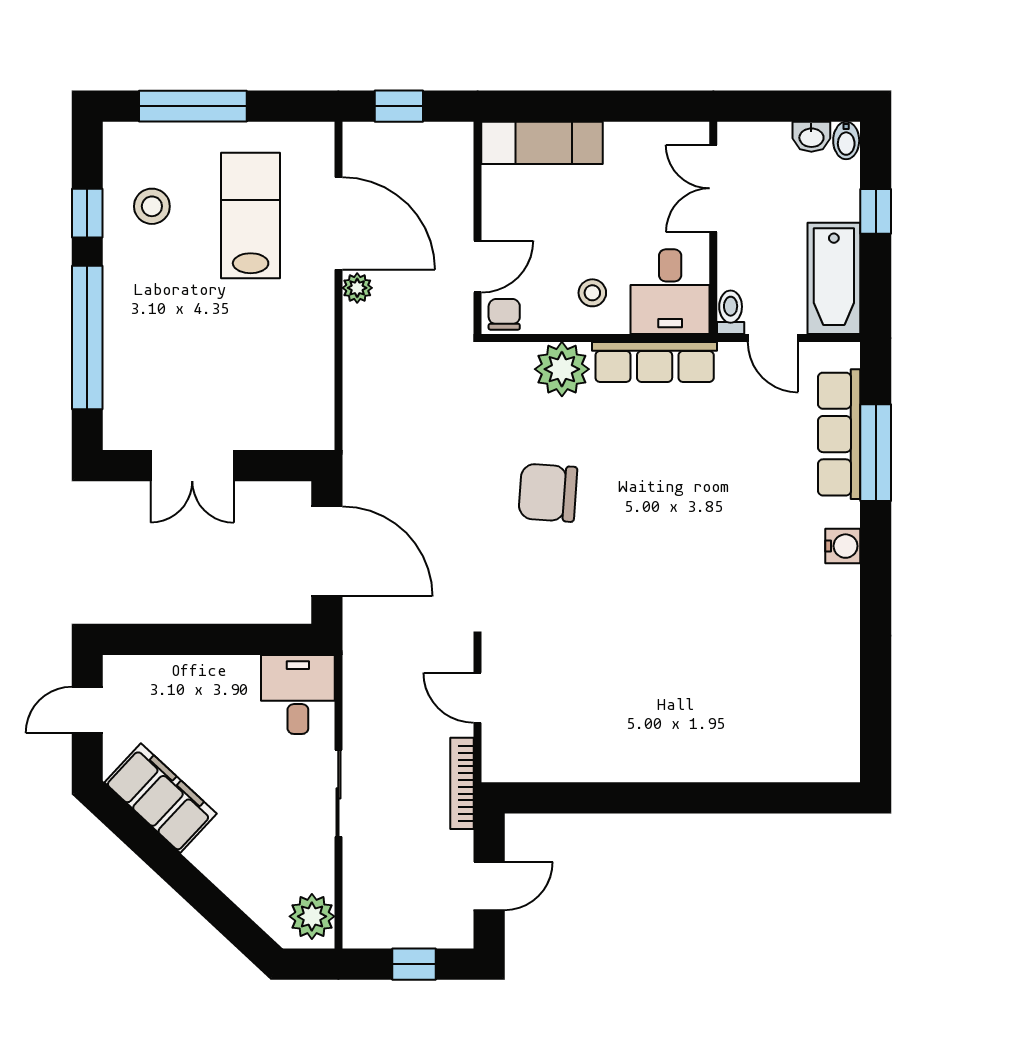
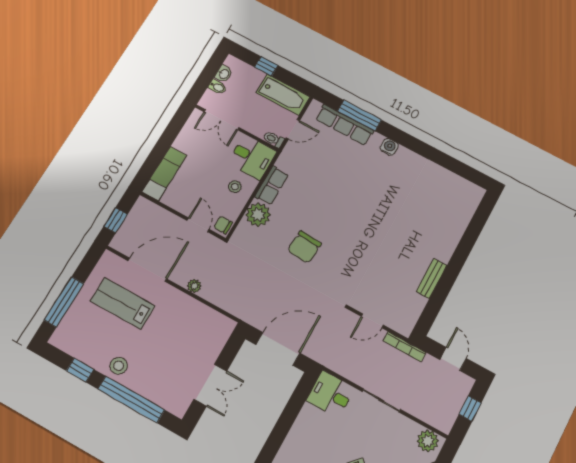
bidet: (846, 141) -> (217, 87), moved
stool: (152, 206) -> (119, 366), moved
plant: (357, 288) -> (194, 286), moved
row of seats: (655, 362) -> (272, 186), width x0.68
bench: (622, 766) -> (432, 278), added

